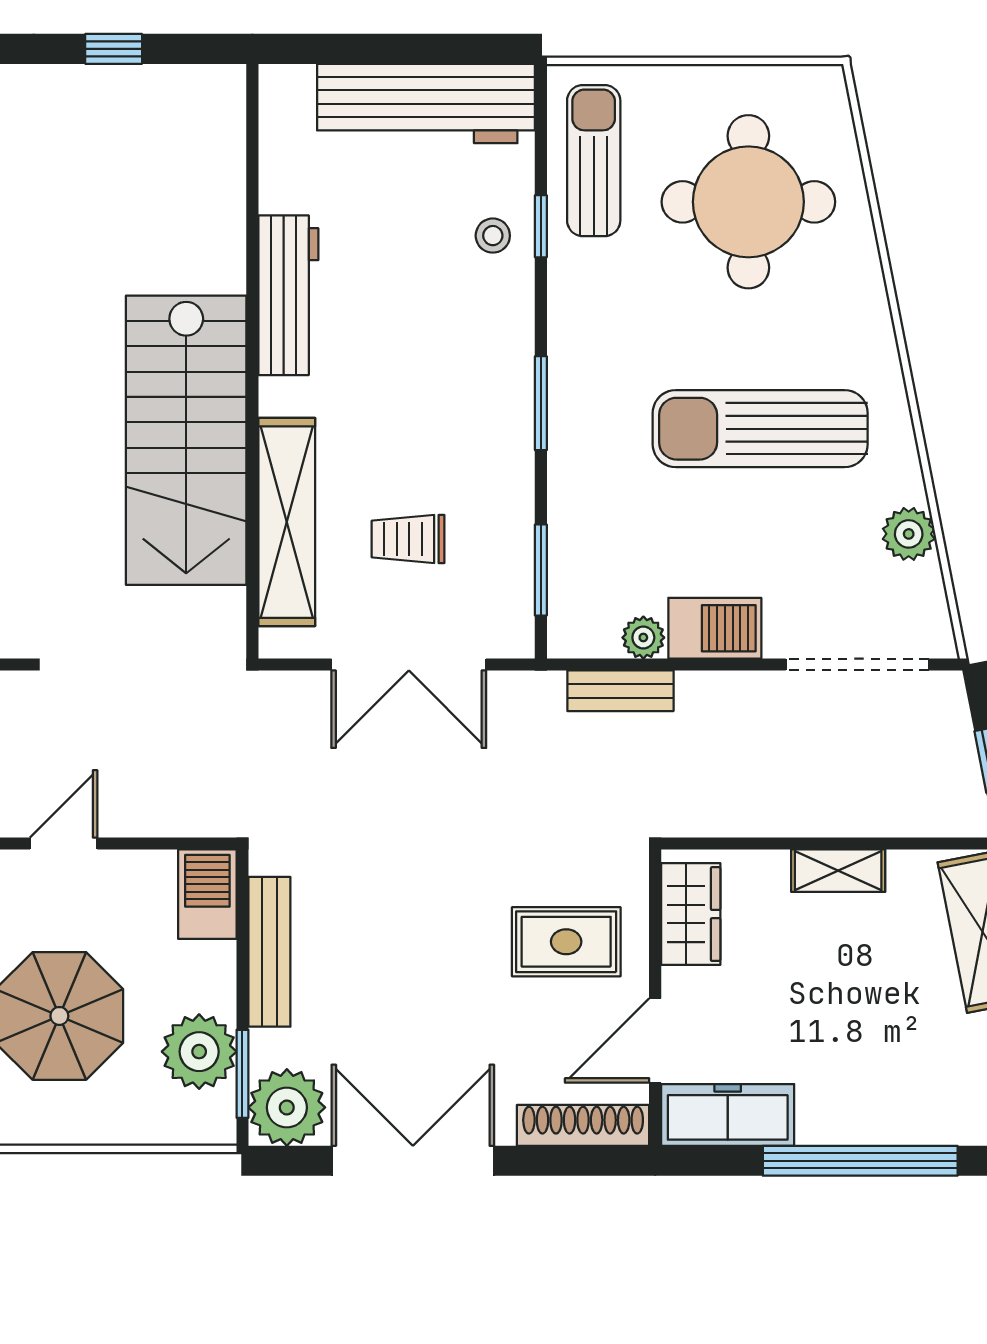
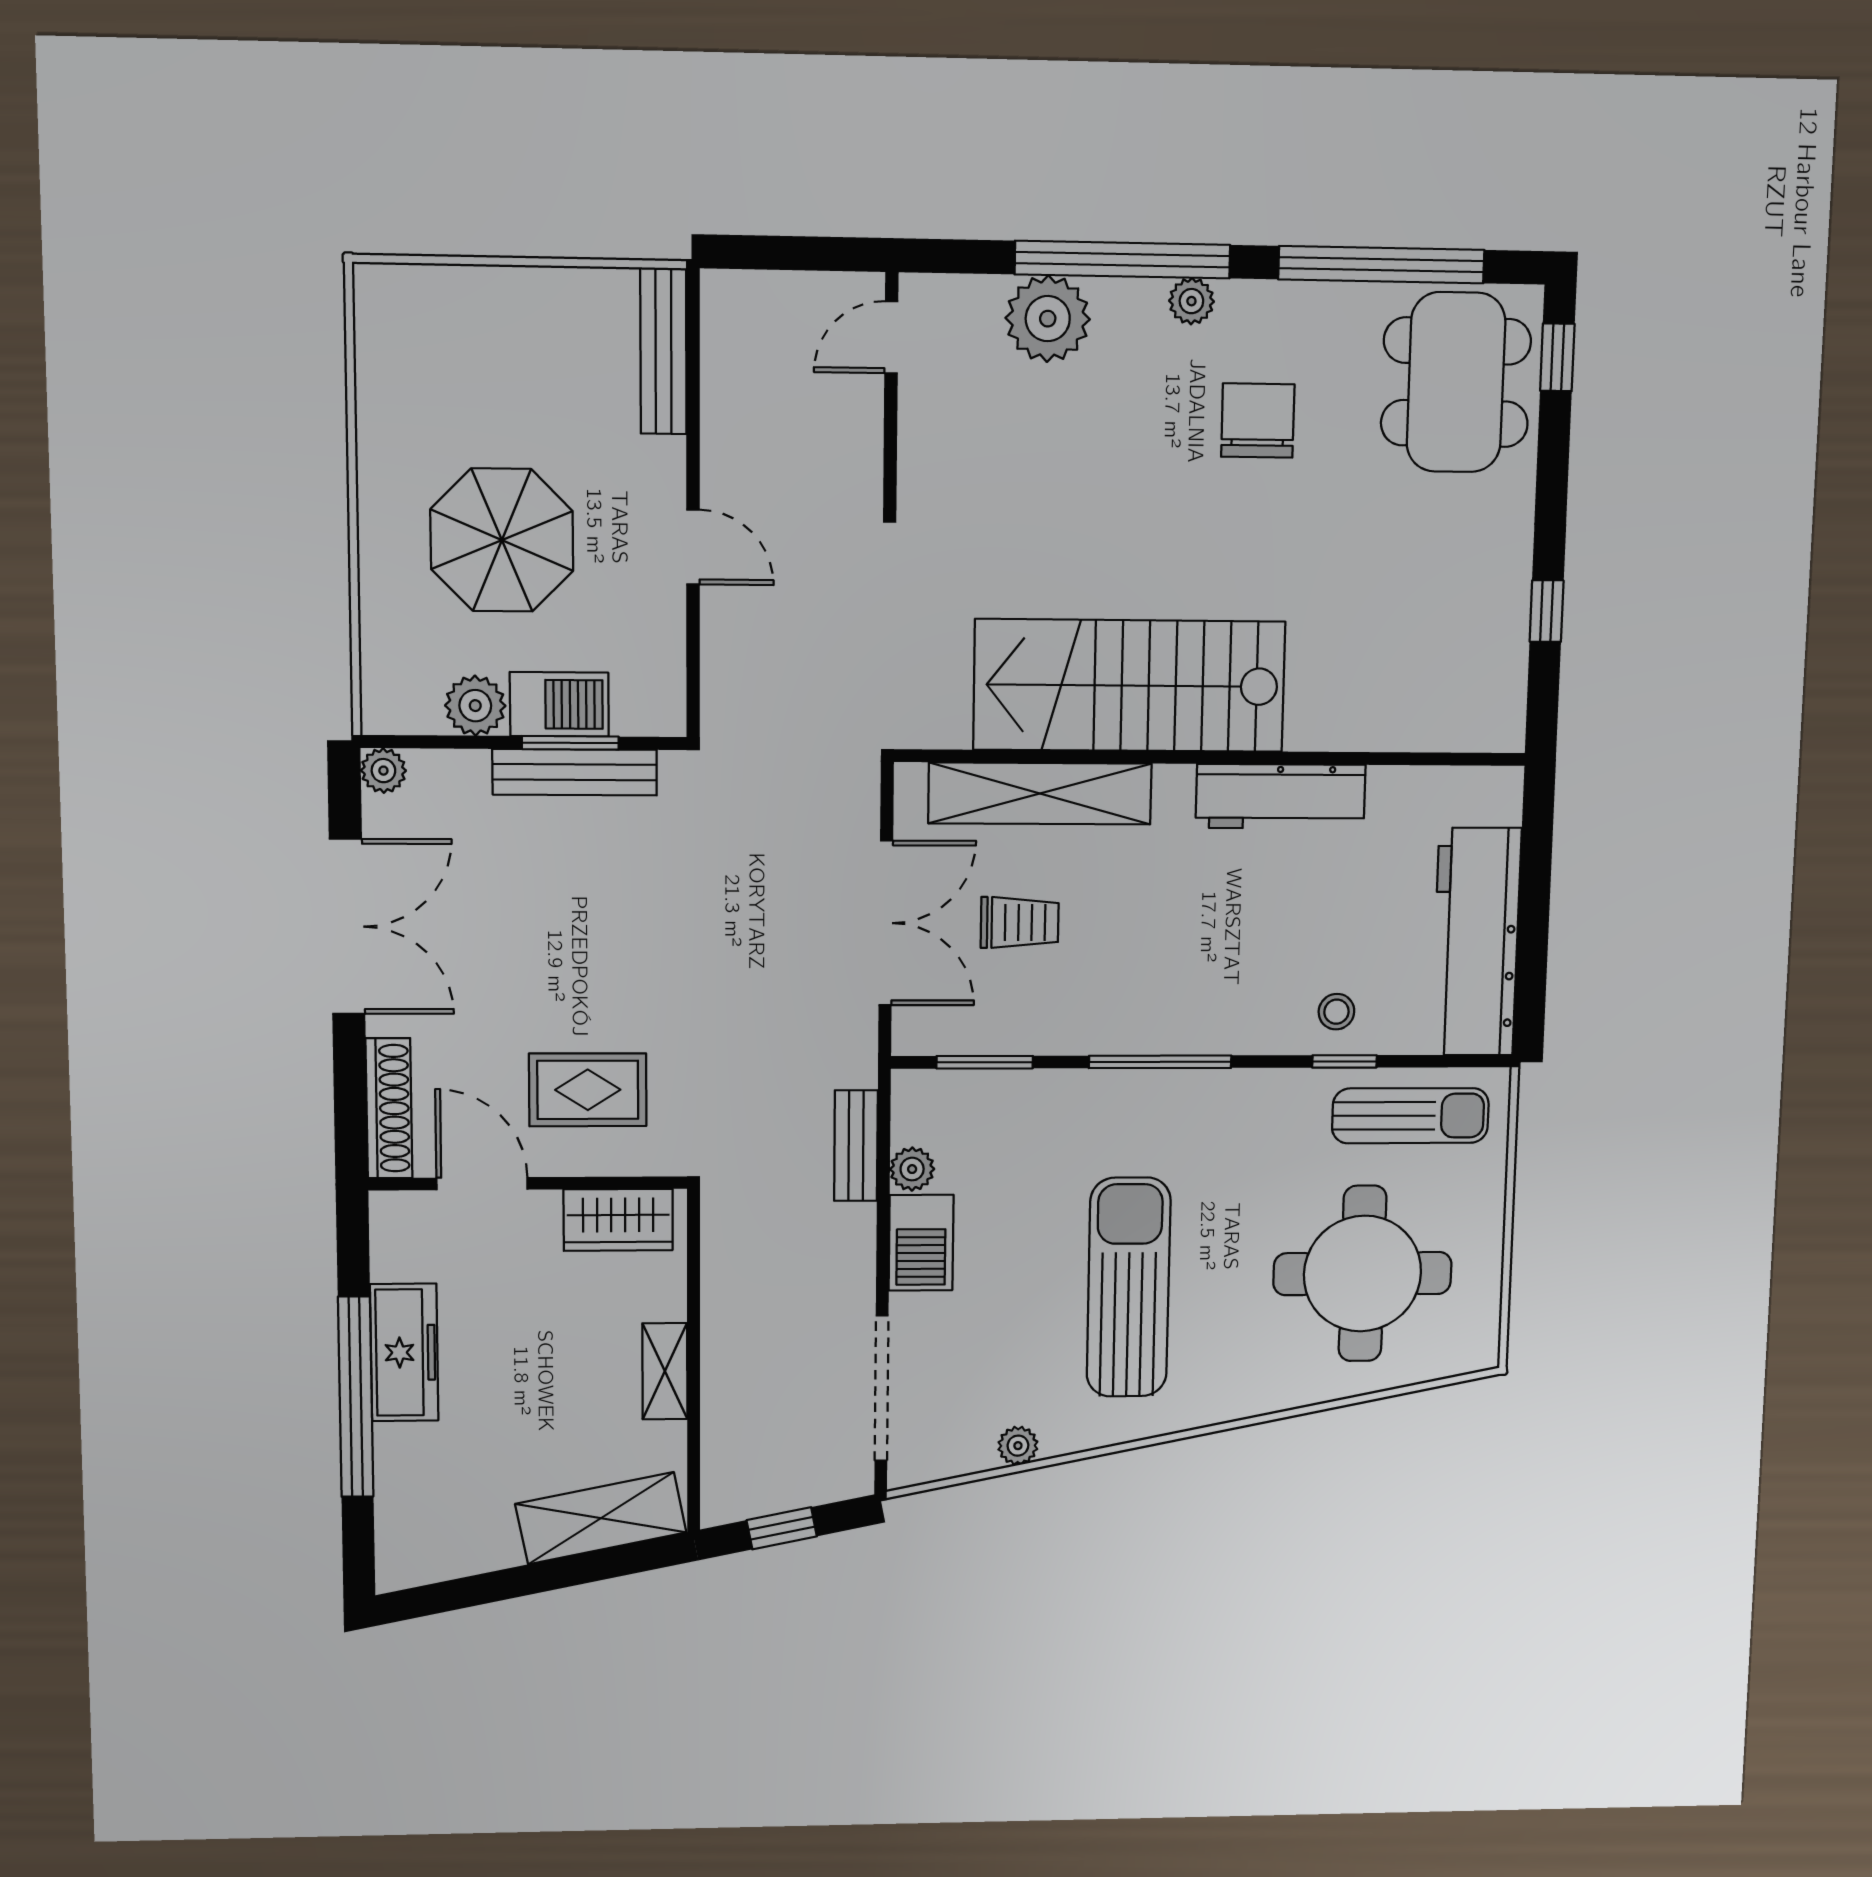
window: (541, 403) -> (1160, 1062), width x1.44
plant: (909, 534) -> (1018, 1446), width x0.73, depth x0.73
trolley: (408, 539) -> (1020, 923), turned 90
double door: (409, 664) -> (886, 923), swing flipped
barbecue: (207, 894) -> (559, 704), moved
rug: (566, 942) -> (588, 1090), turned 90
plant: (199, 1052) -> (475, 706), width x0.73, depth x0.73
window: (242, 1074) -> (570, 743), moved
plant: (287, 1107) -> (383, 771), width x0.53, depth x0.53
freezer: (728, 1115) -> (404, 1352), moved

